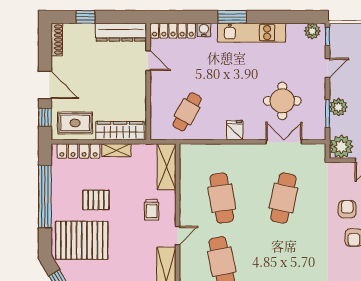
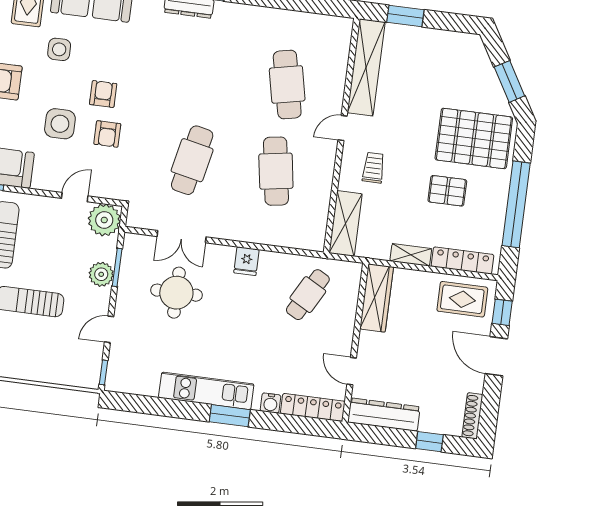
plant: (312, 31) -> (123, 382), removed
wardrobe: (120, 131) -> (377, 298), moved, turned -90

